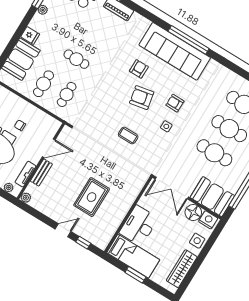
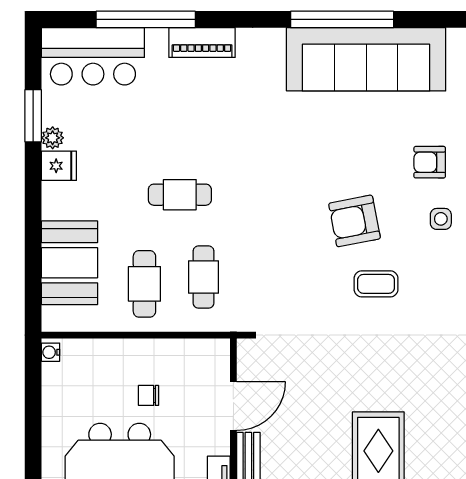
fridge: (30, 35) -> (59, 166), moved
window: (189, 40) -> (342, 19), moved
armchair: (139, 69) -> (316, 138), removed
armchair: (142, 98) -> (355, 221), moved

